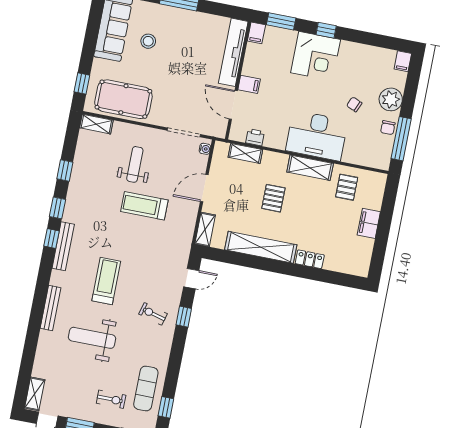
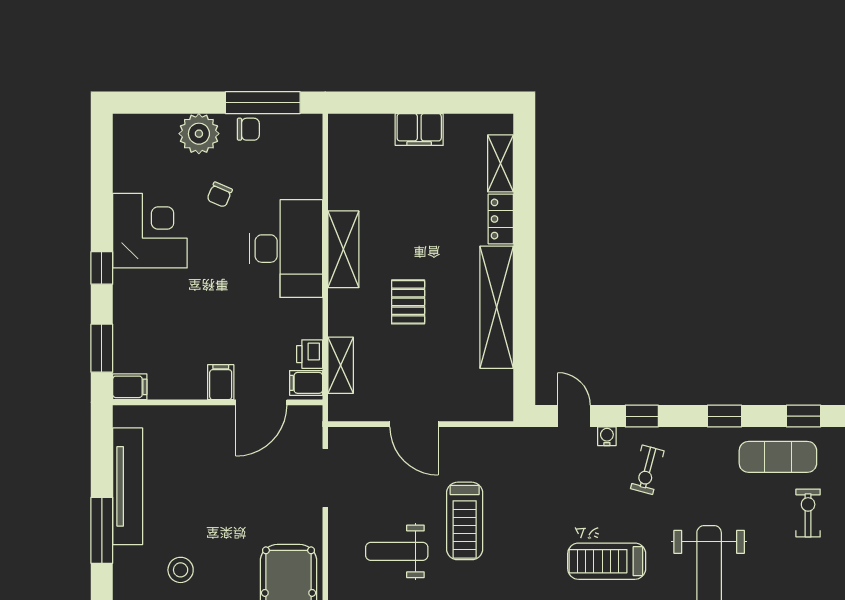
tv unit: (233, 52) -> (128, 486), moved, turned -90
corner desk: (316, 56) -> (150, 231), moved
filing cabinet: (403, 61) -> (306, 383), moved, turned 180
water cooler: (205, 149) -> (607, 436), moved
pallet: (347, 187) -> (364, 180), removed
pallet: (273, 198) -> (408, 302), turned 90
shelving: (205, 229) -> (500, 163), moved, turned 90
window: (175, 363) -> (724, 416), added

